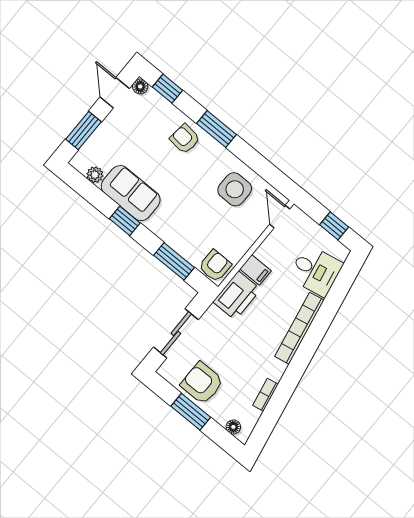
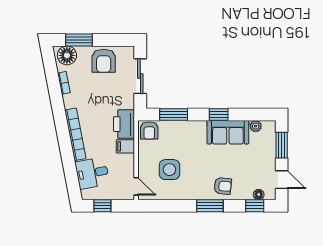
floor lamp: (140, 86) -> (259, 195), moved
side table: (235, 189) -> (169, 170), moved
armchair: (202, 383) -> (104, 61), turned 90
window: (191, 412) -> (79, 40), moved
floor lamp: (233, 427) -> (67, 55), width x1.89, depth x1.89

